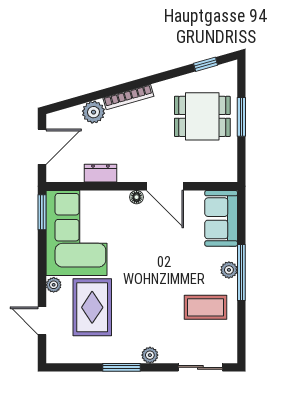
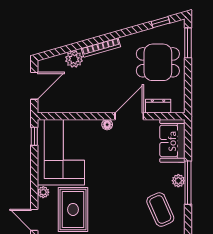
window: (241, 117) -> (188, 43), moved
dresser: (100, 173) -> (158, 106), moved
door: (165, 186) -> (129, 116), swing flipped
window: (42, 212) -> (34, 136), width x0.67
coffee table: (205, 307) -> (160, 210), turned 66

